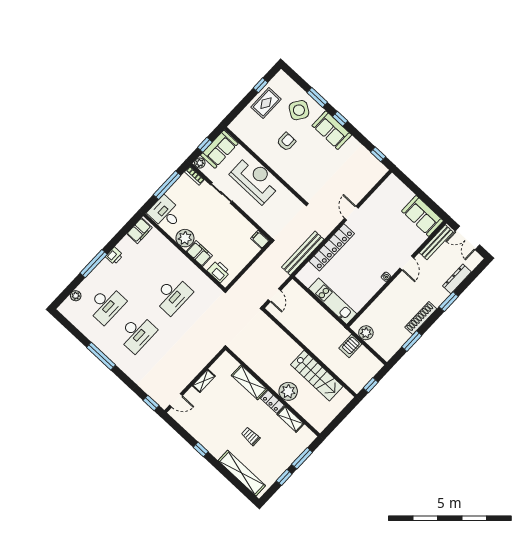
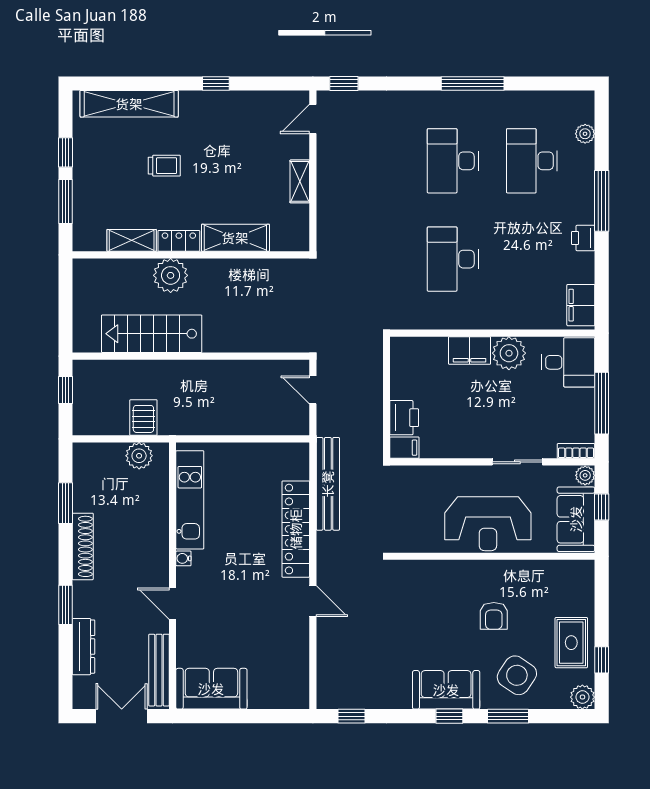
plant: (281, 78) -> (582, 697), added
printer: (219, 271) -> (404, 418), moved, turned -90
kitchen unit: (333, 301) -> (190, 500), moved, turned -90

